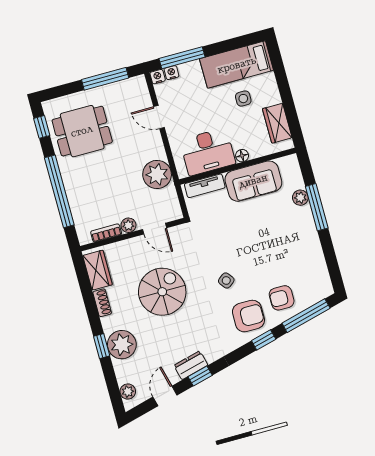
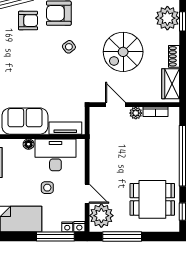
side table: (243, 99) -> (47, 188), moved
plant: (157, 174) -> (101, 216), moved

